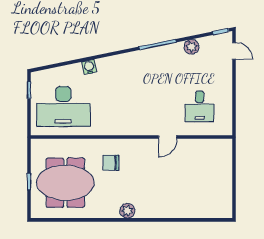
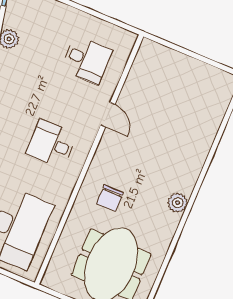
desk: (131, 106) -> (51, 144), added

